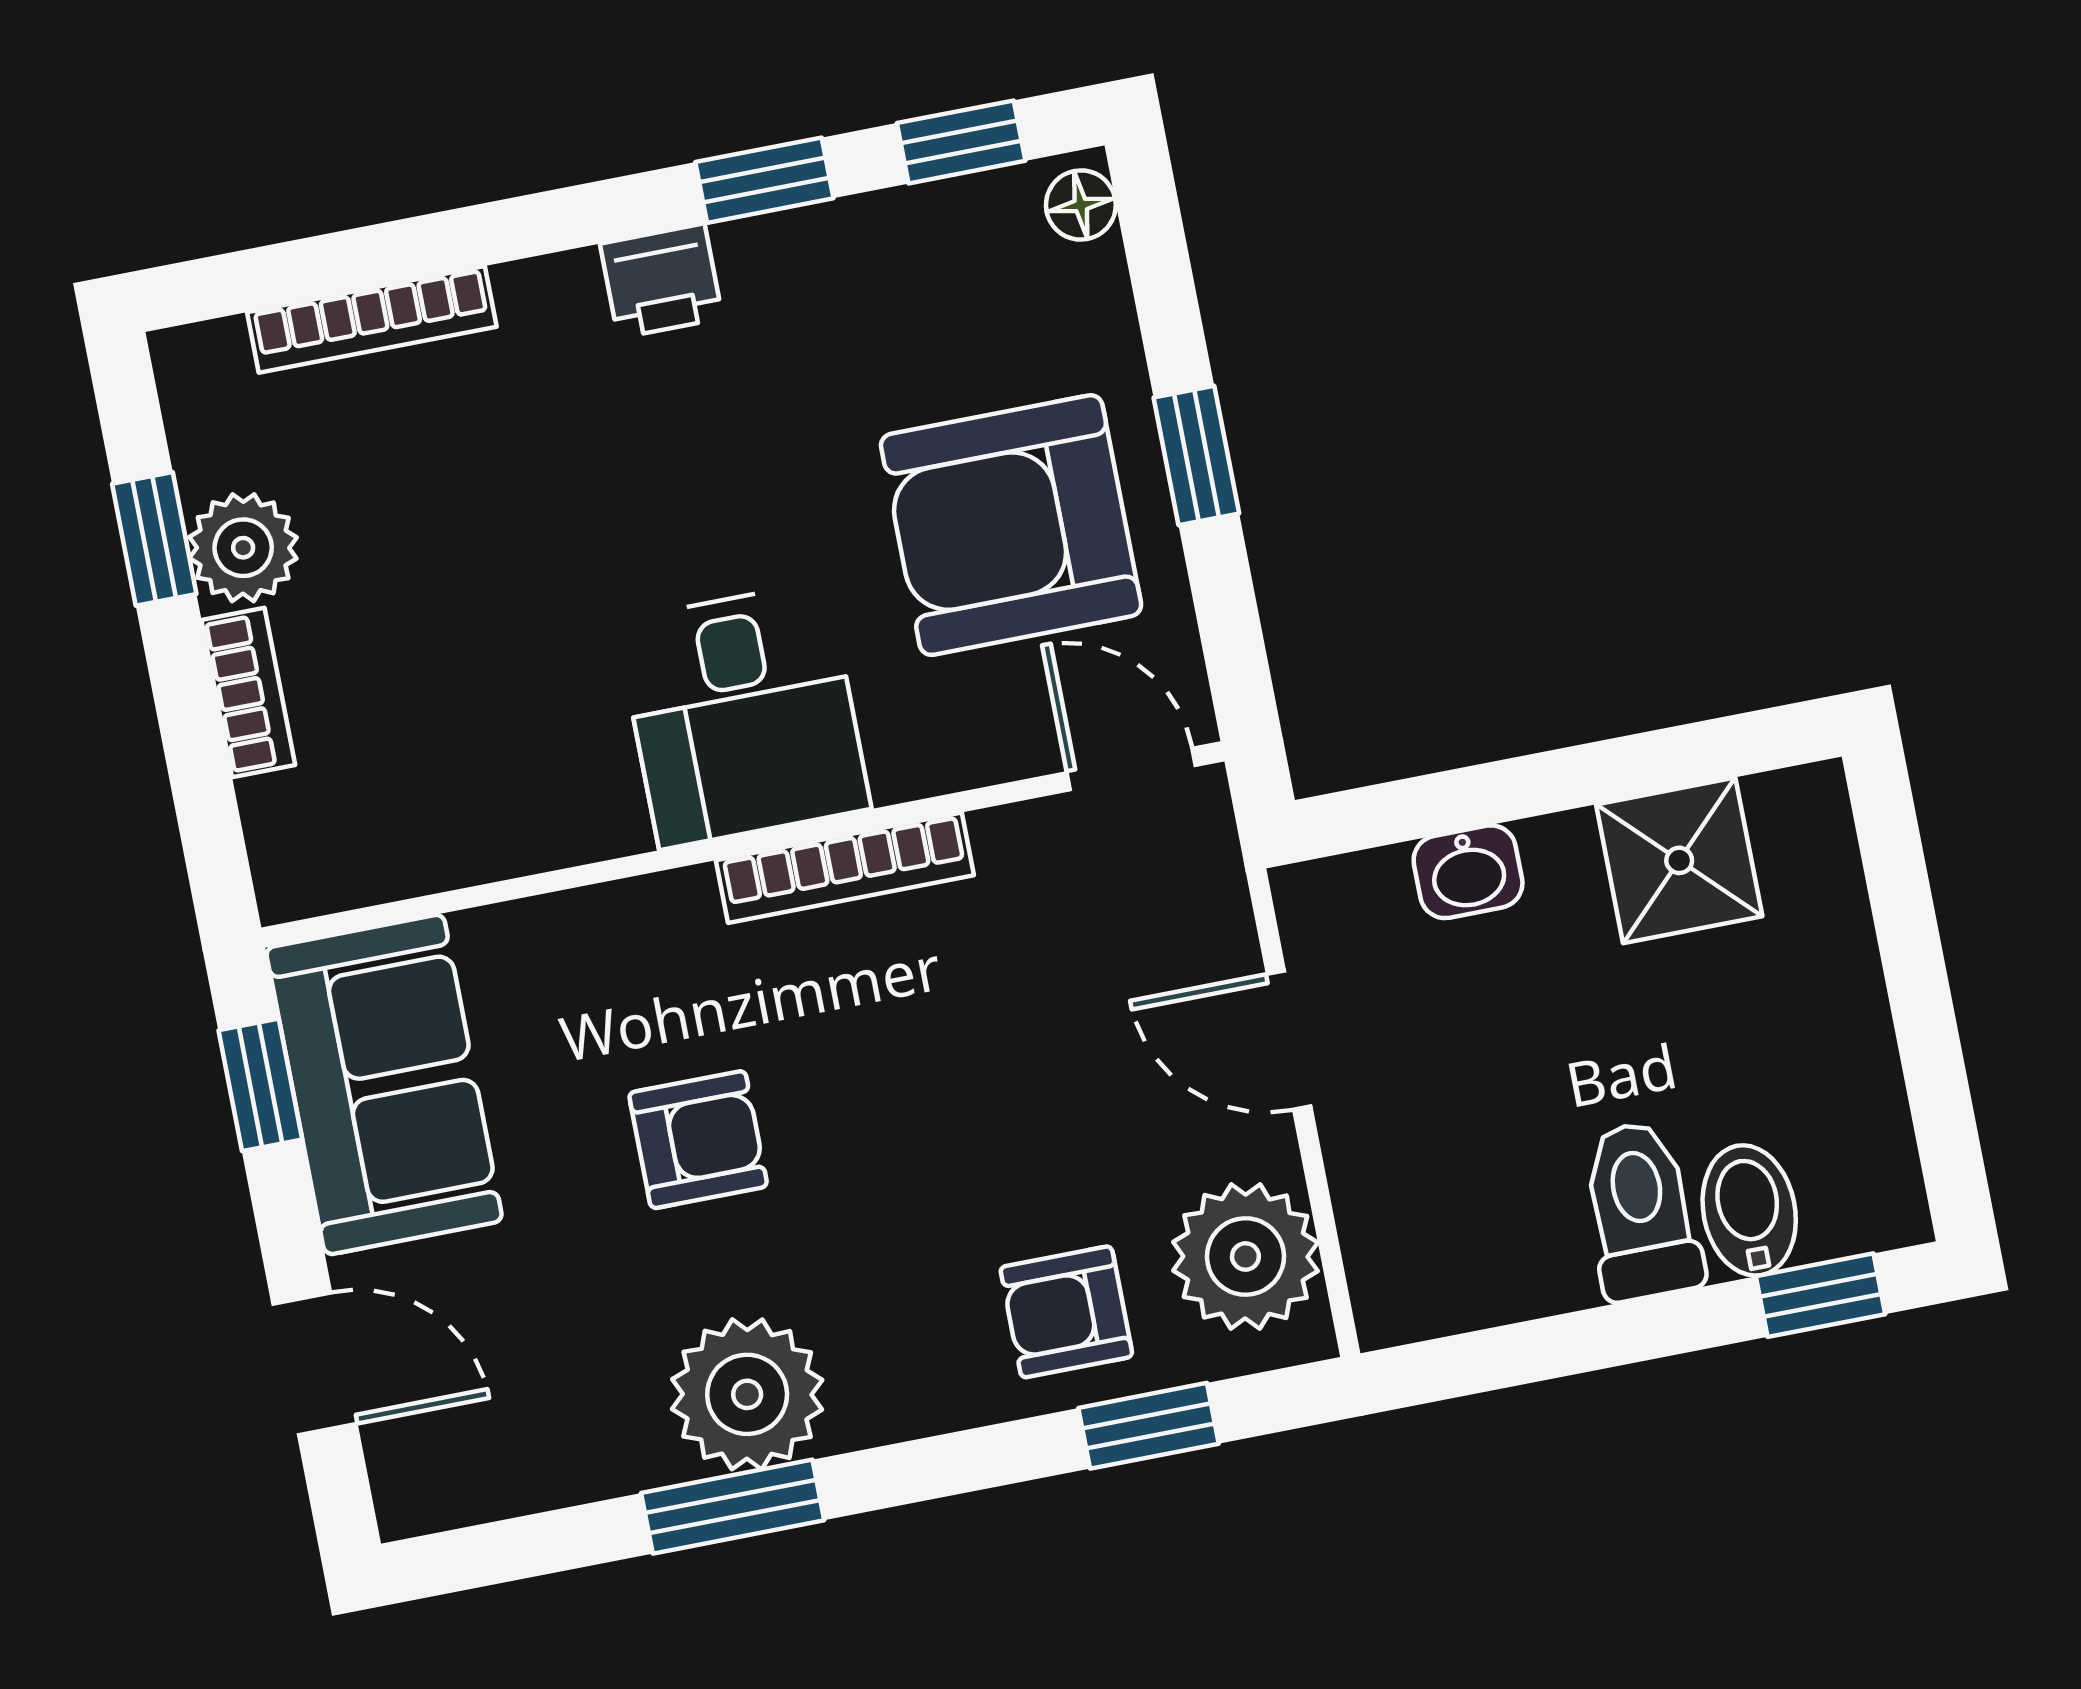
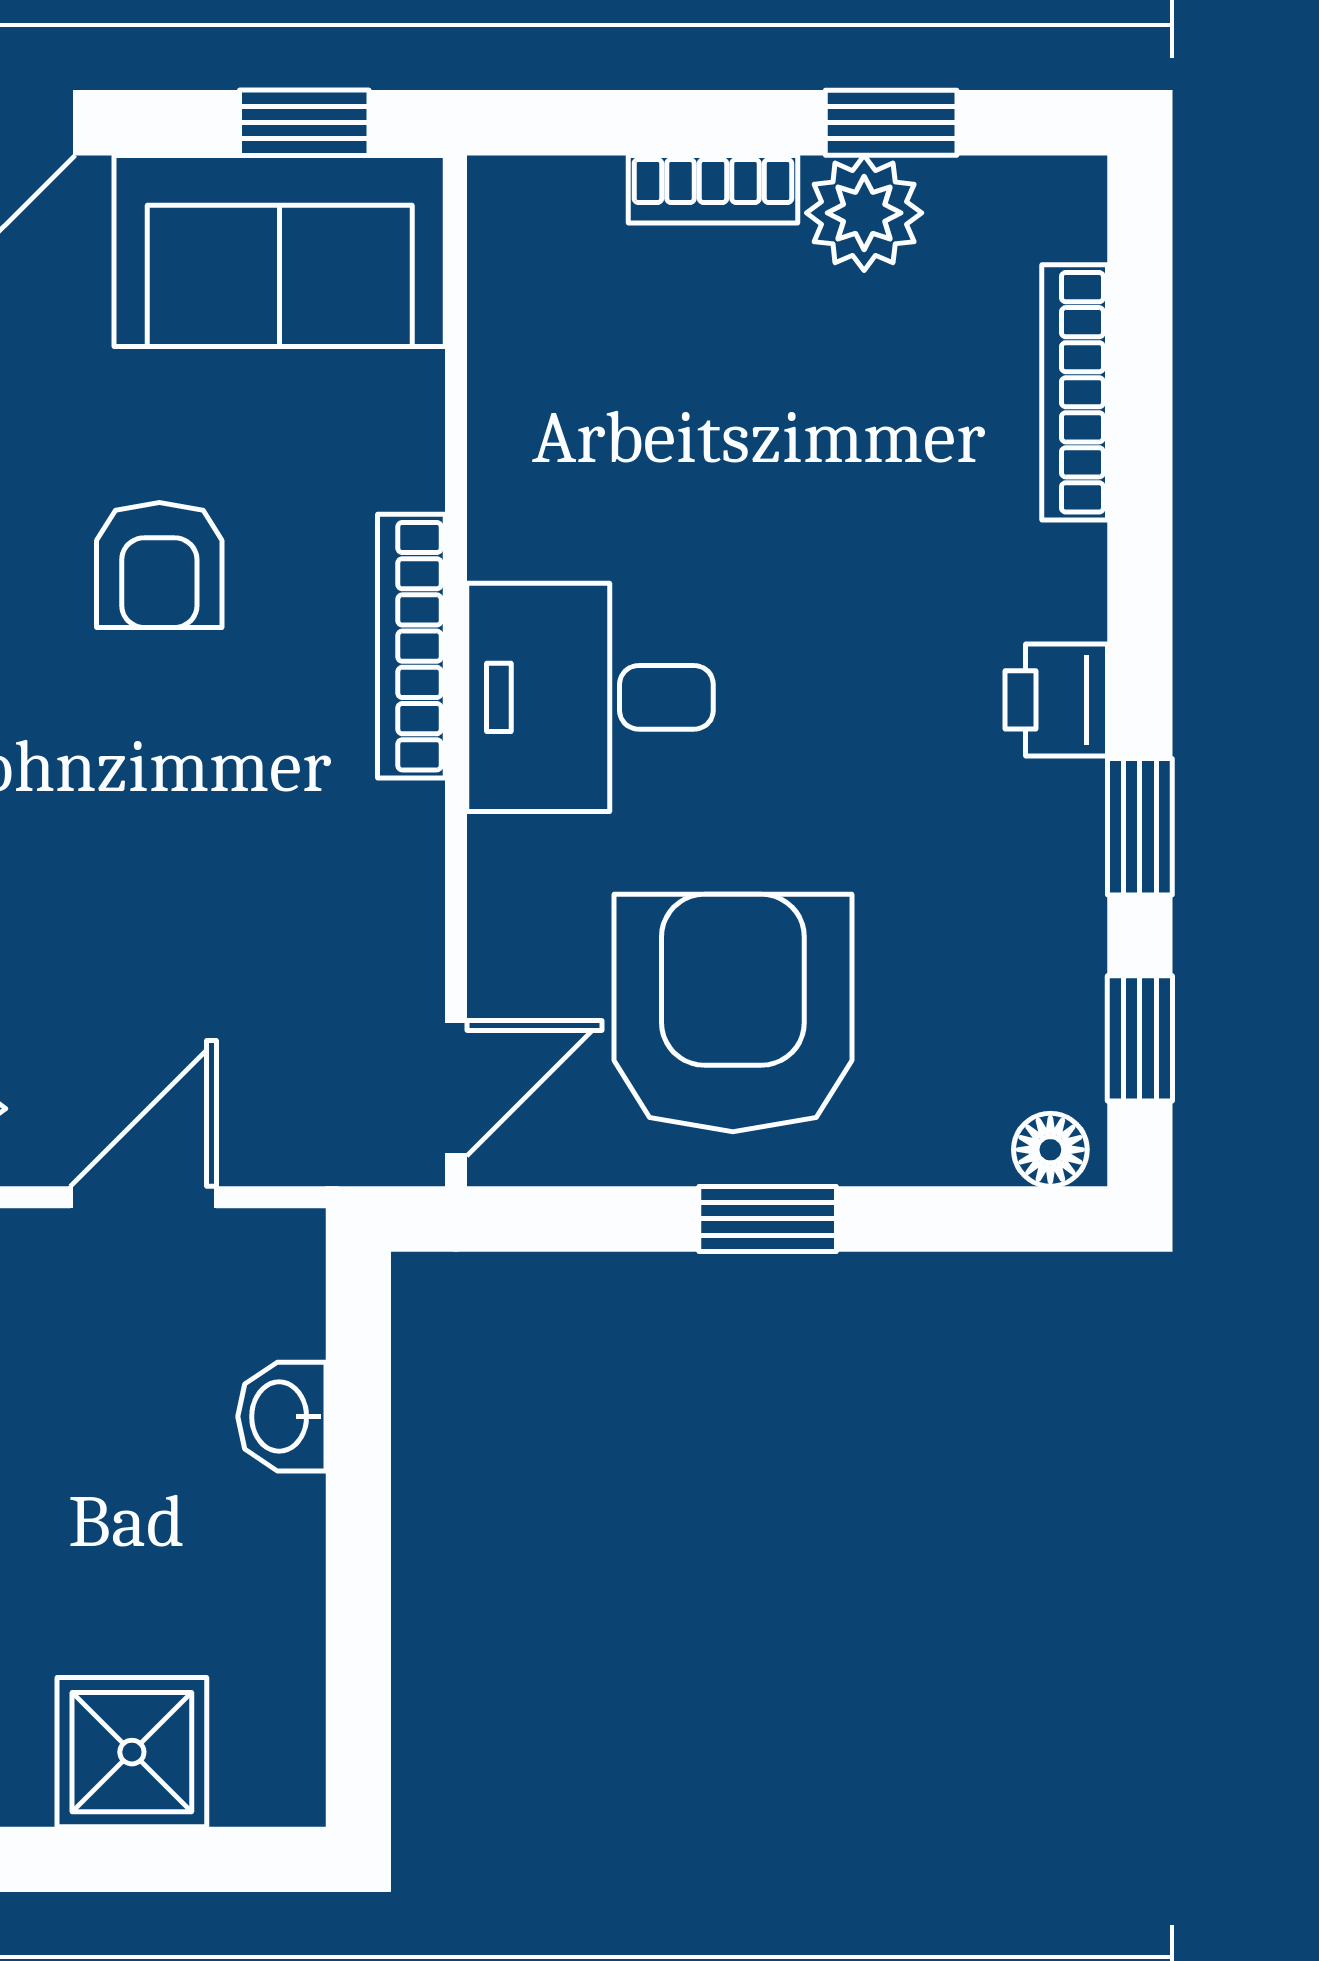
shower: (1679, 860) -> (132, 1752), moved
bookcase: (845, 868) -> (411, 646), moved

